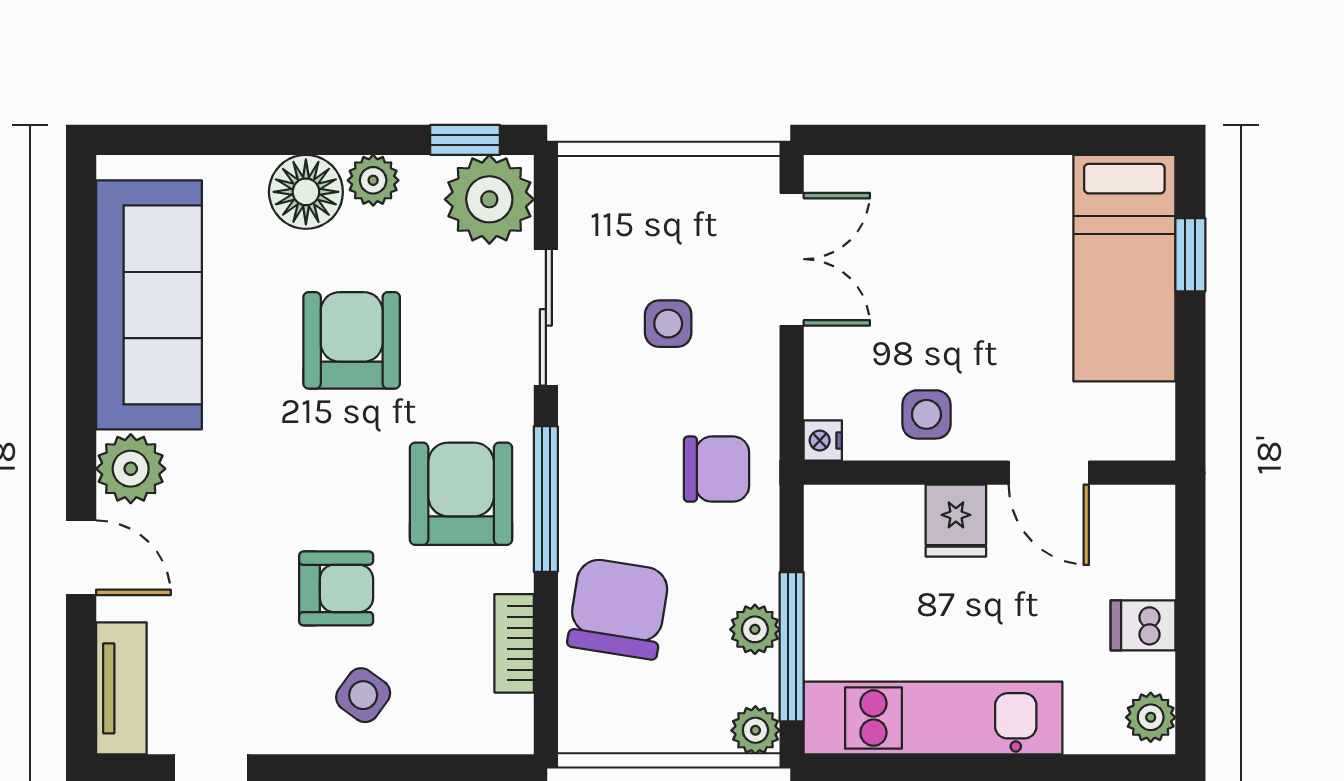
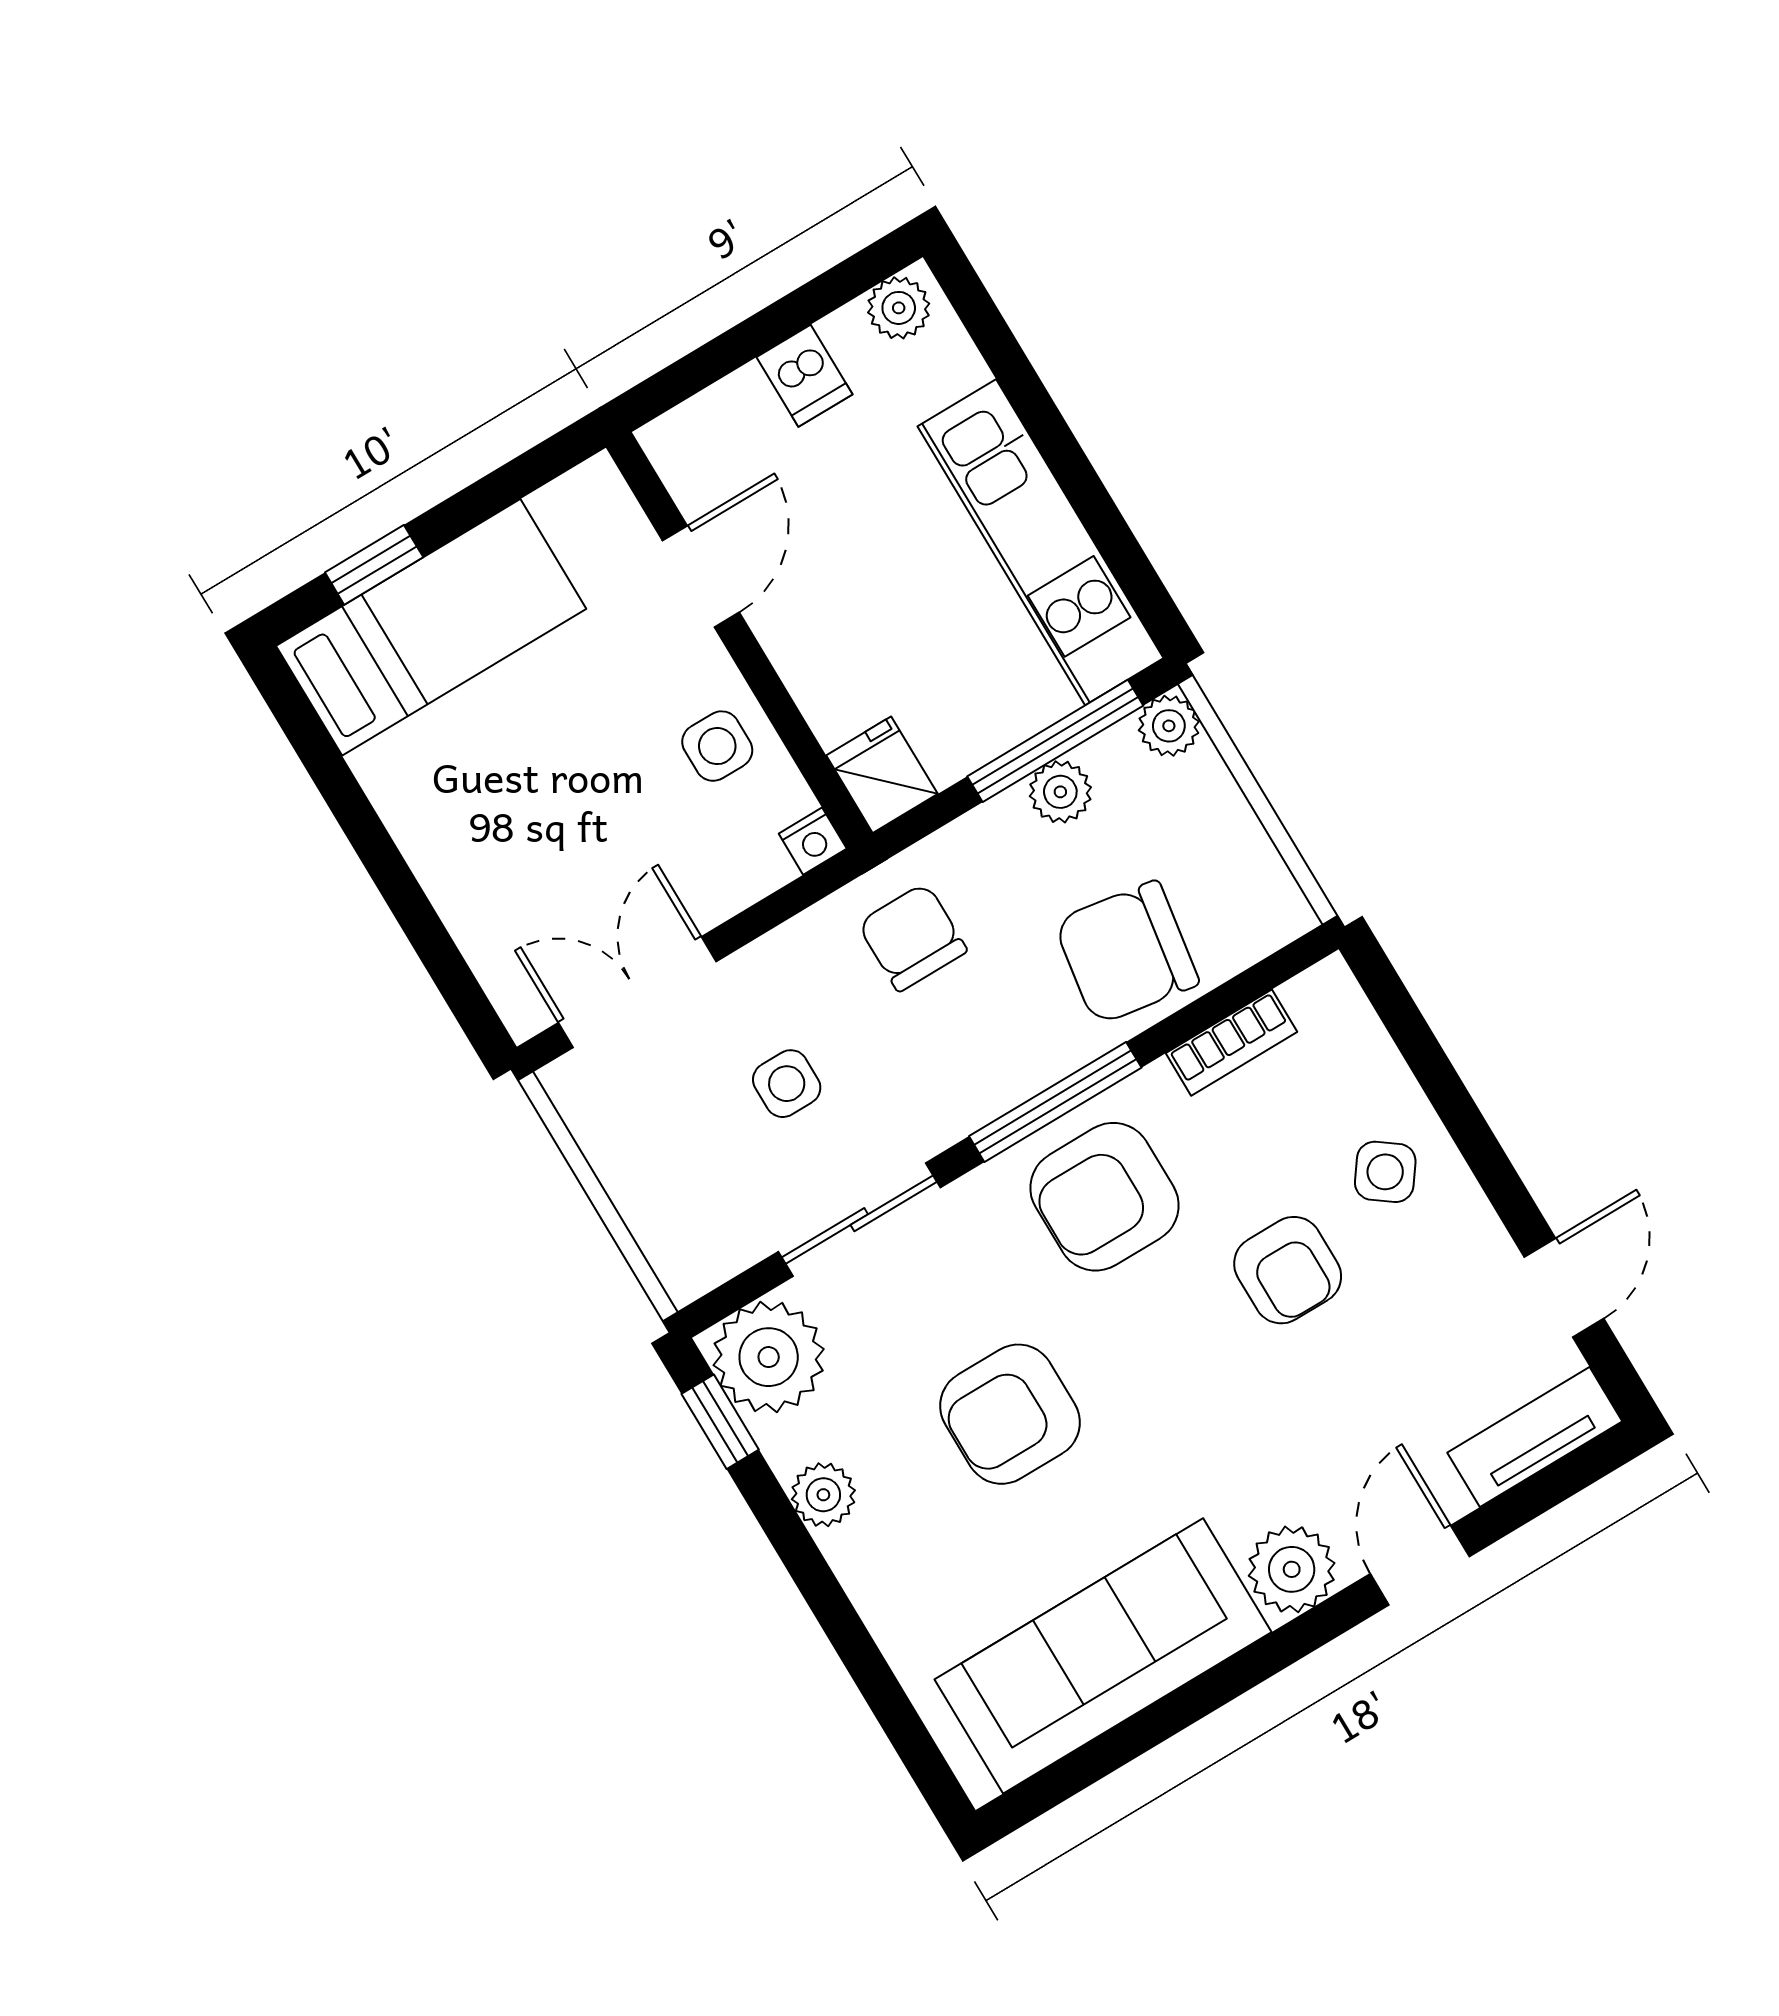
floor lamp: (306, 192) -> (879, 1560), removed
fridge: (956, 521) -> (882, 775), moved, turned -90
armchair: (336, 588) -> (1288, 1270), turned 180

